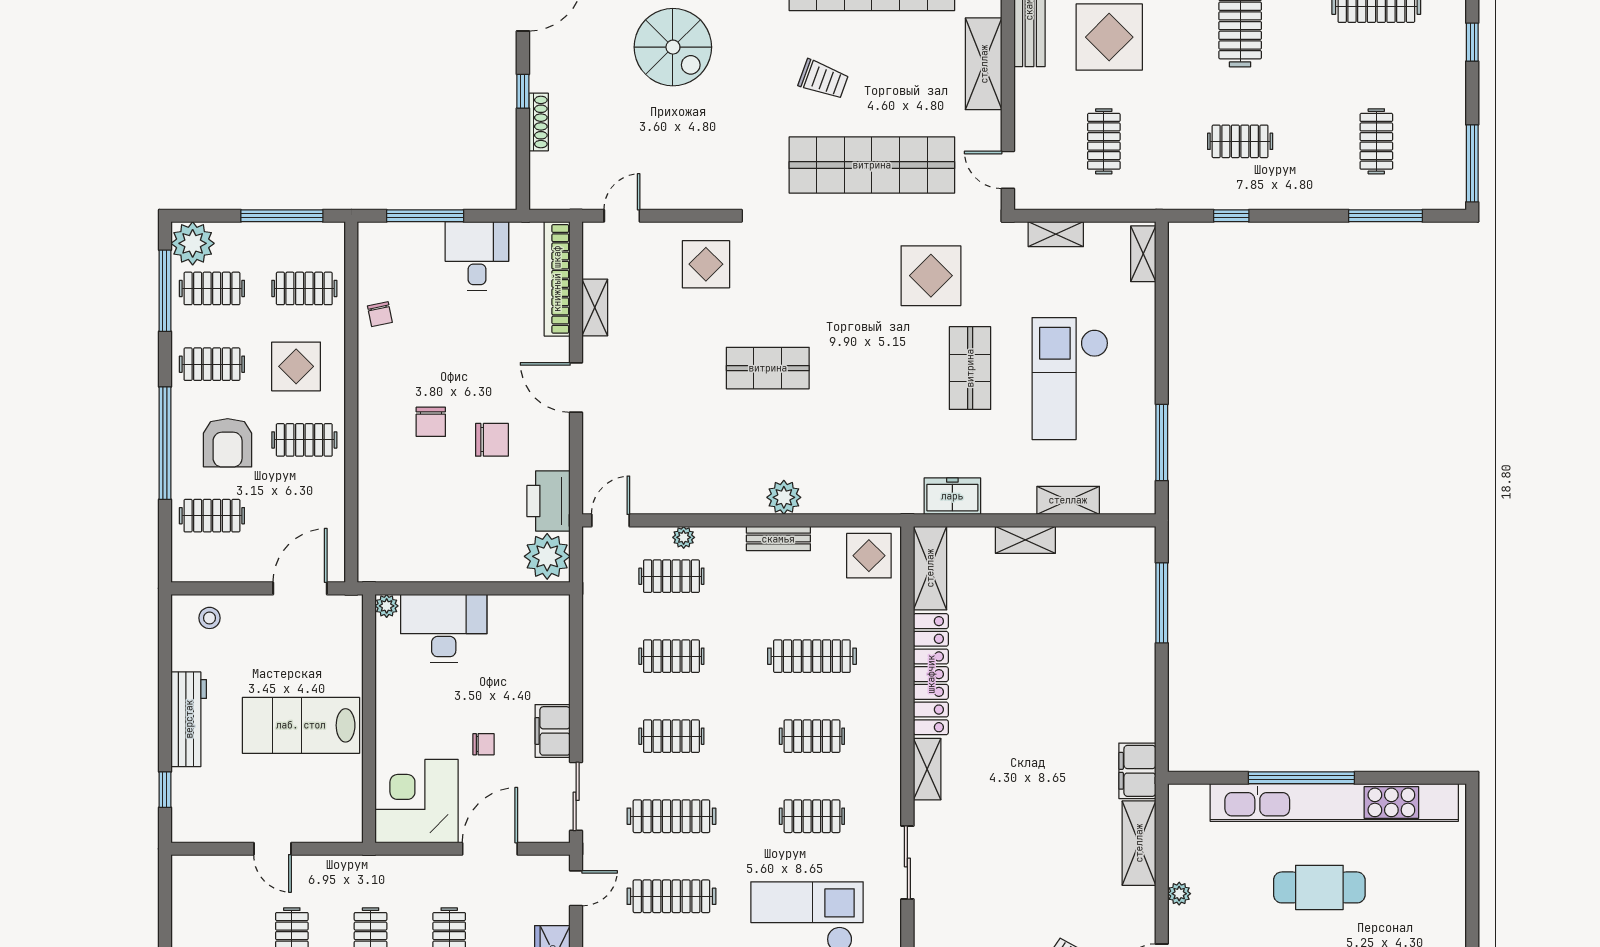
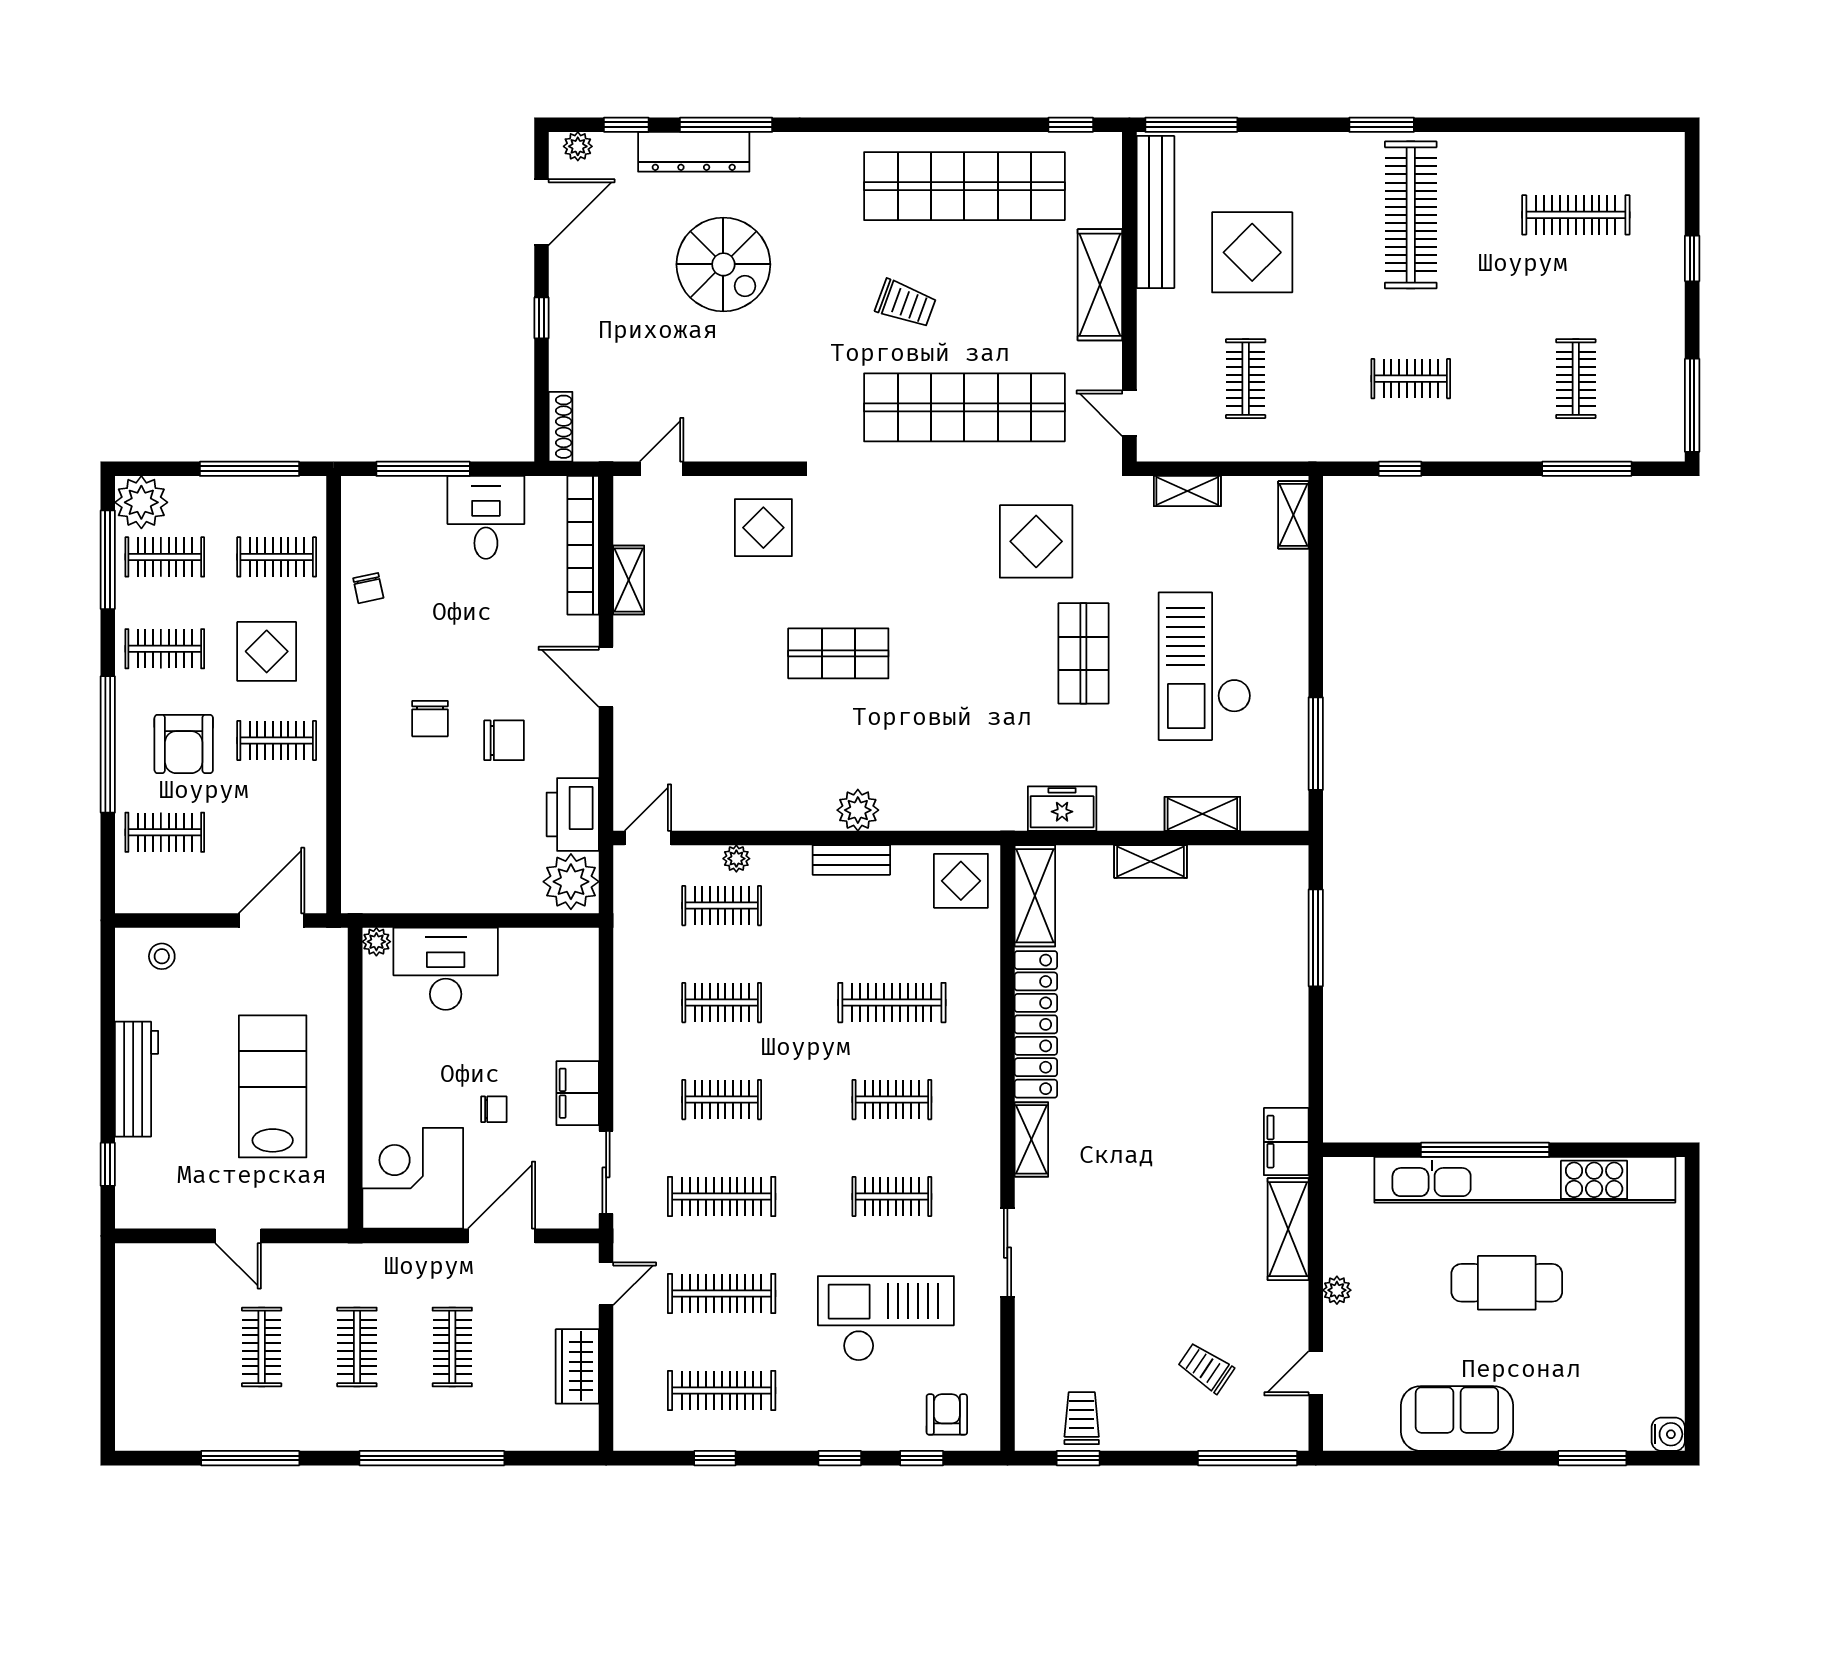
shoe rack: (539, 122) -> (561, 427), moved
lab bench: (301, 725) -> (273, 1086), turned 90

